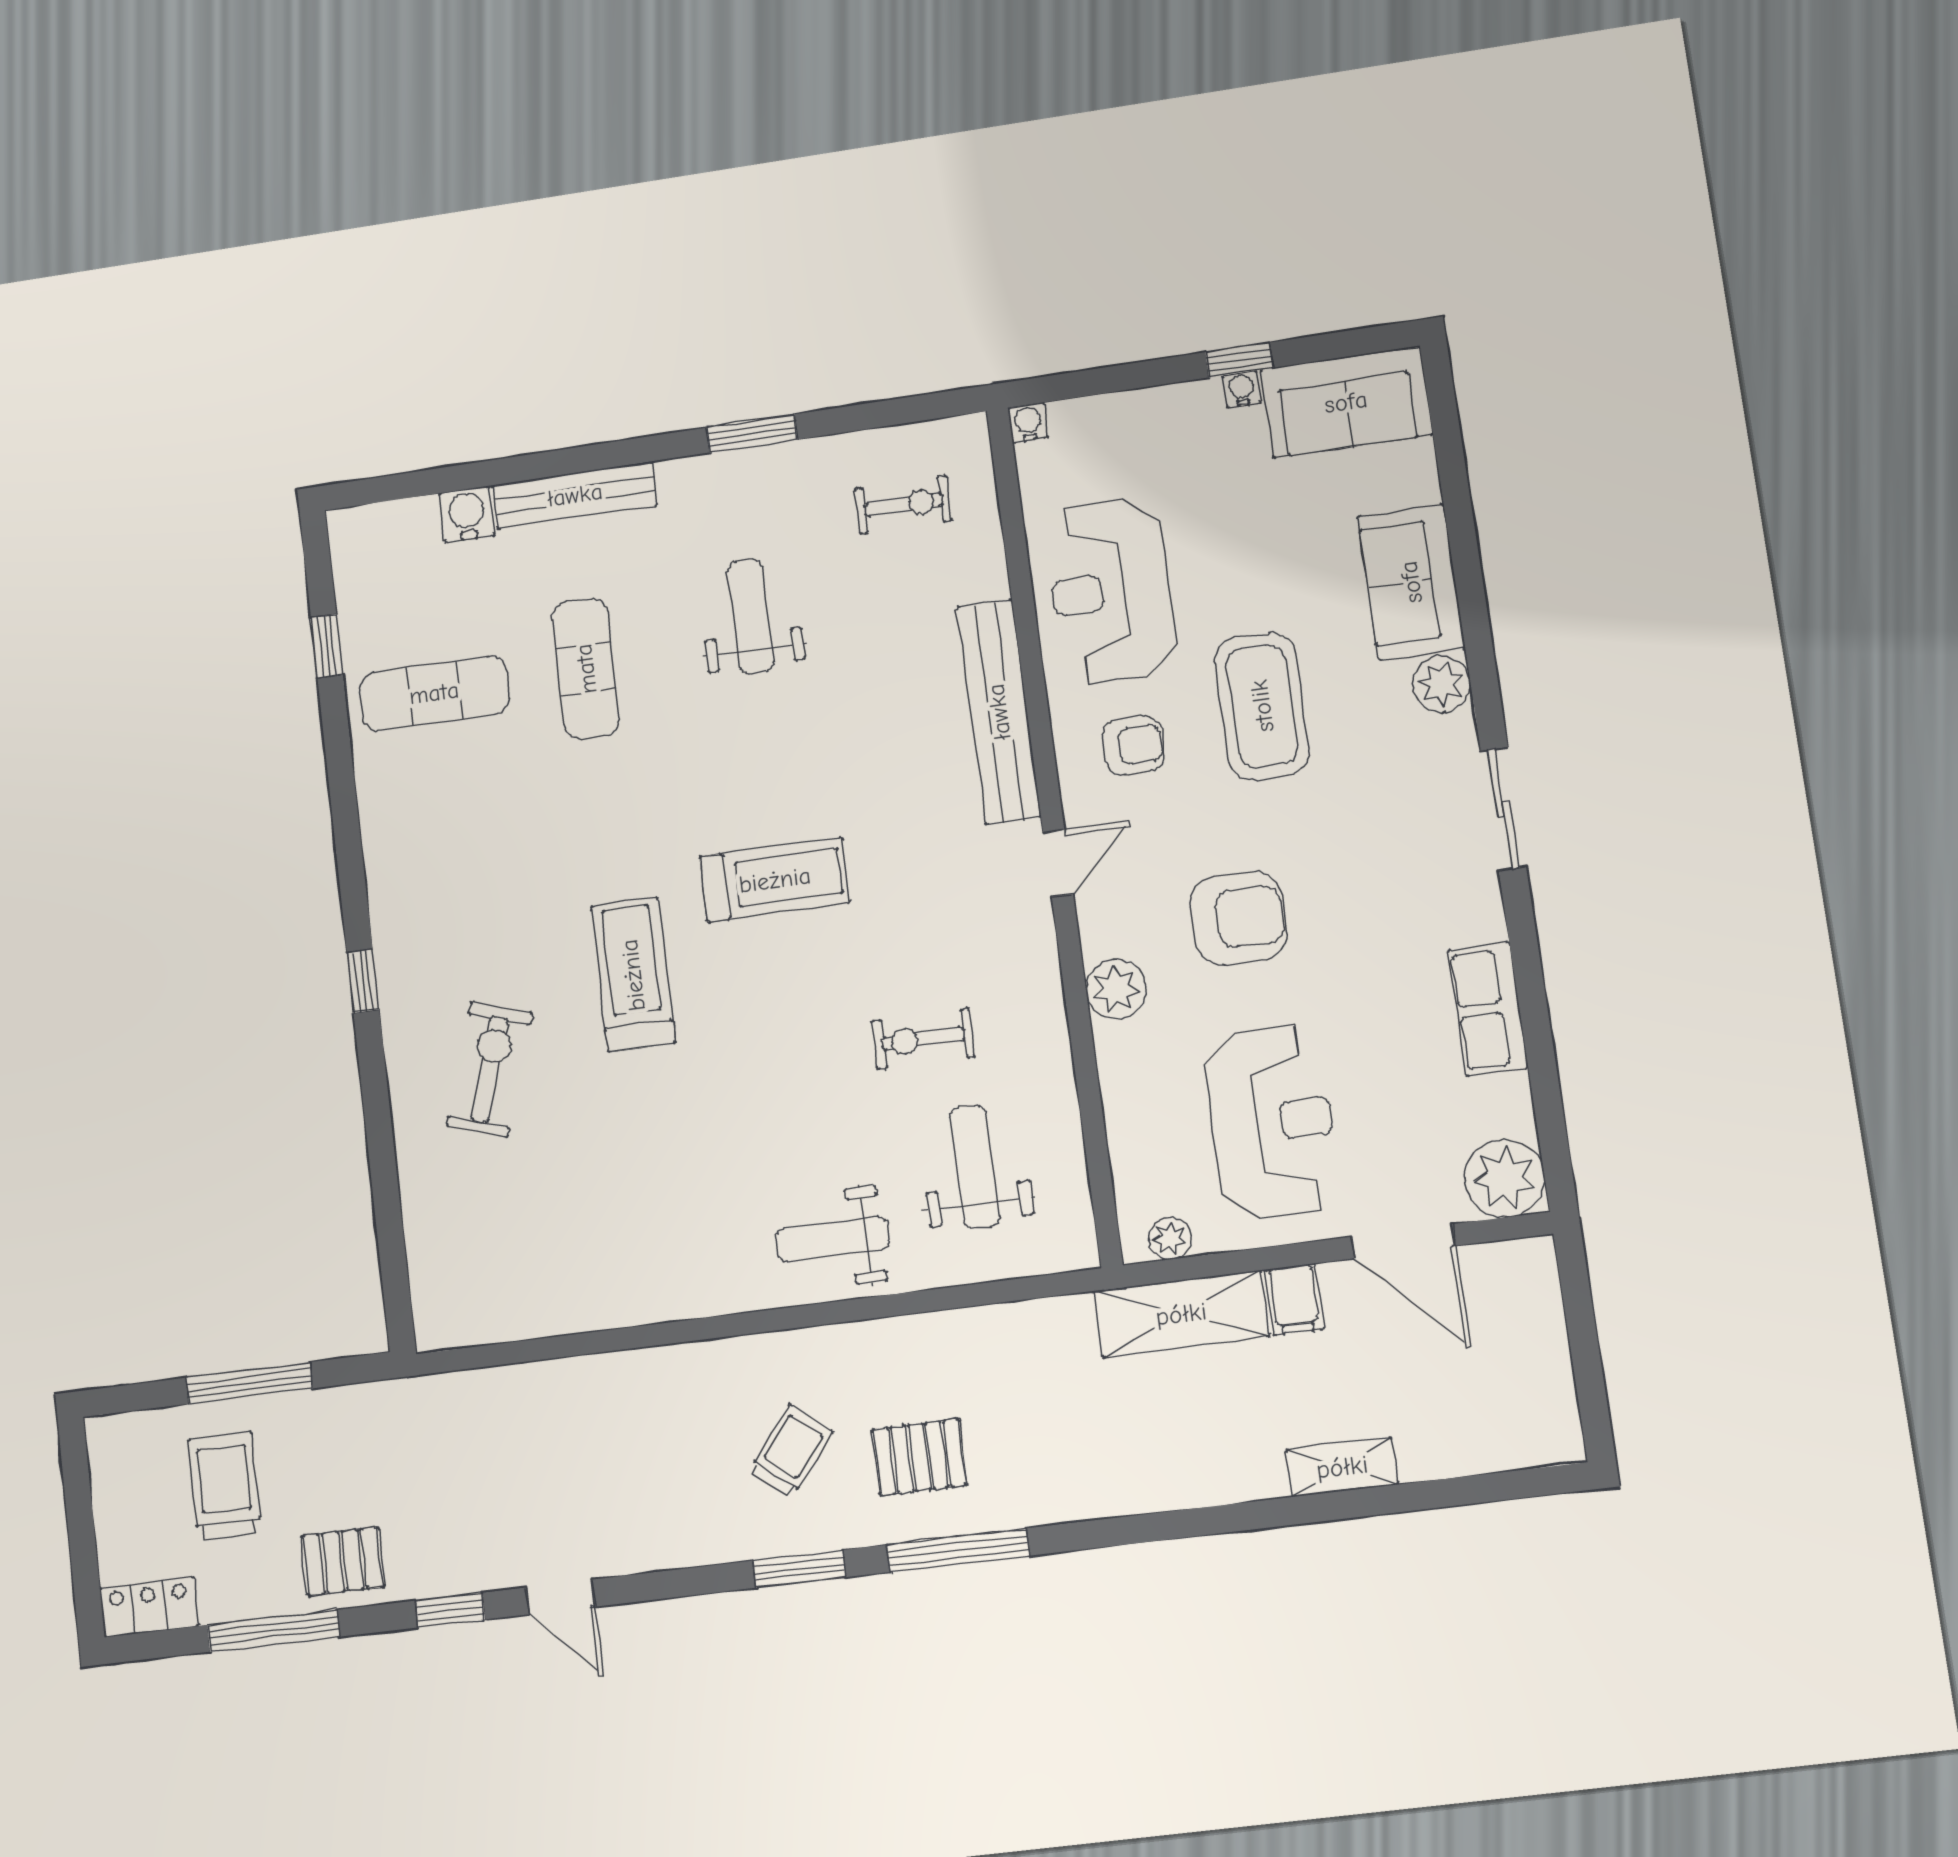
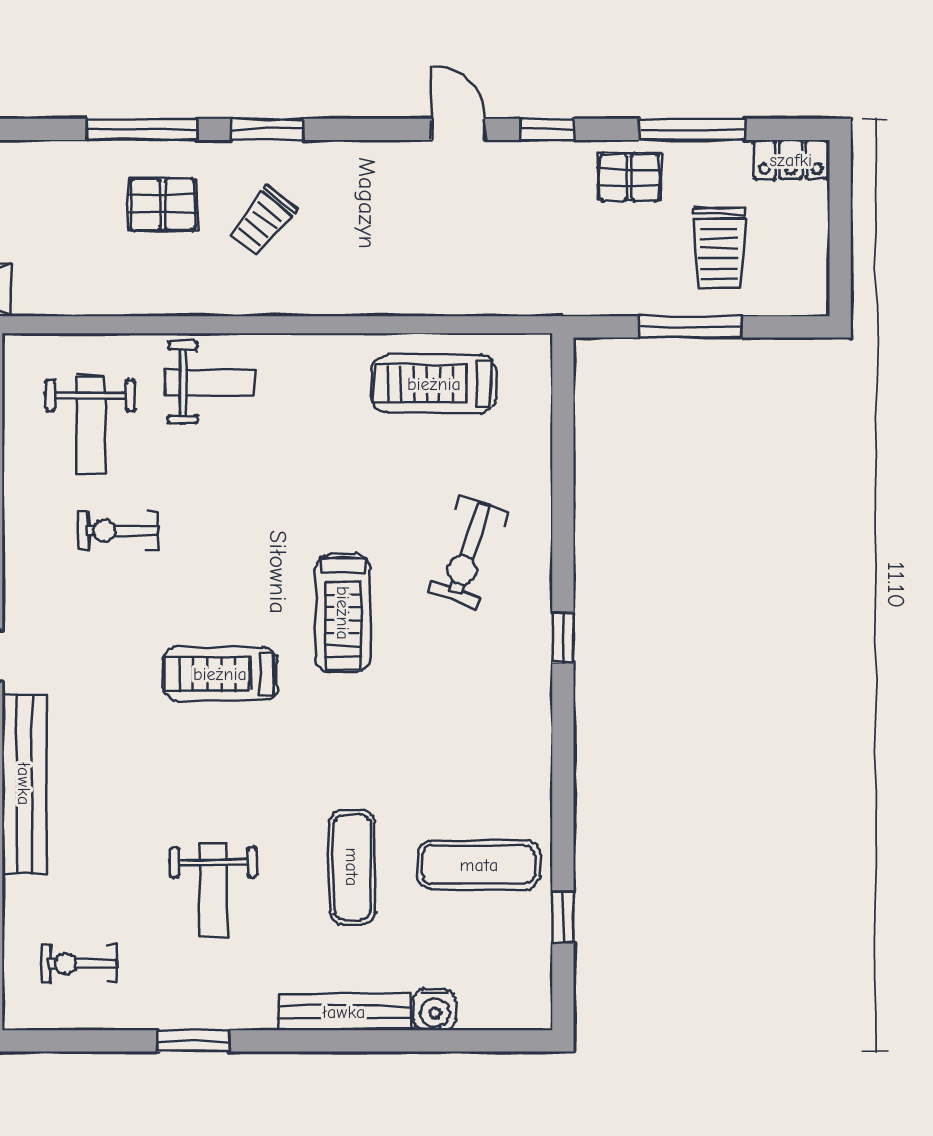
exercise bike: (923, 1039) -> (118, 531), turned 180
treadmill: (554, 1273) -> (434, 384), added

